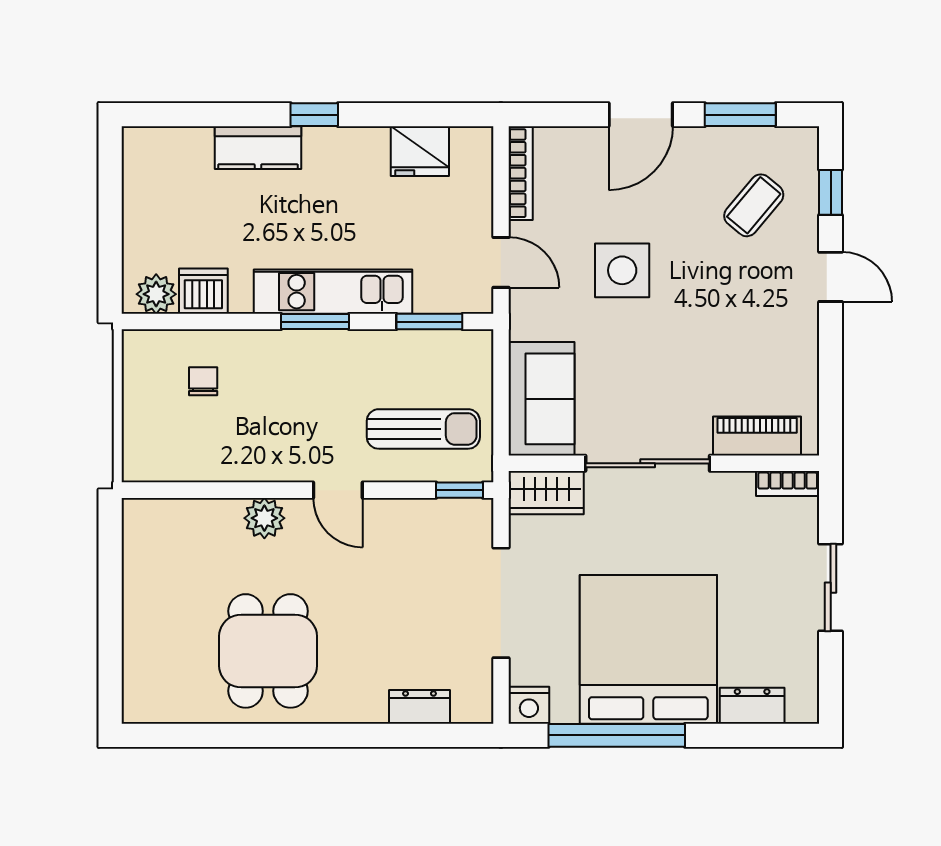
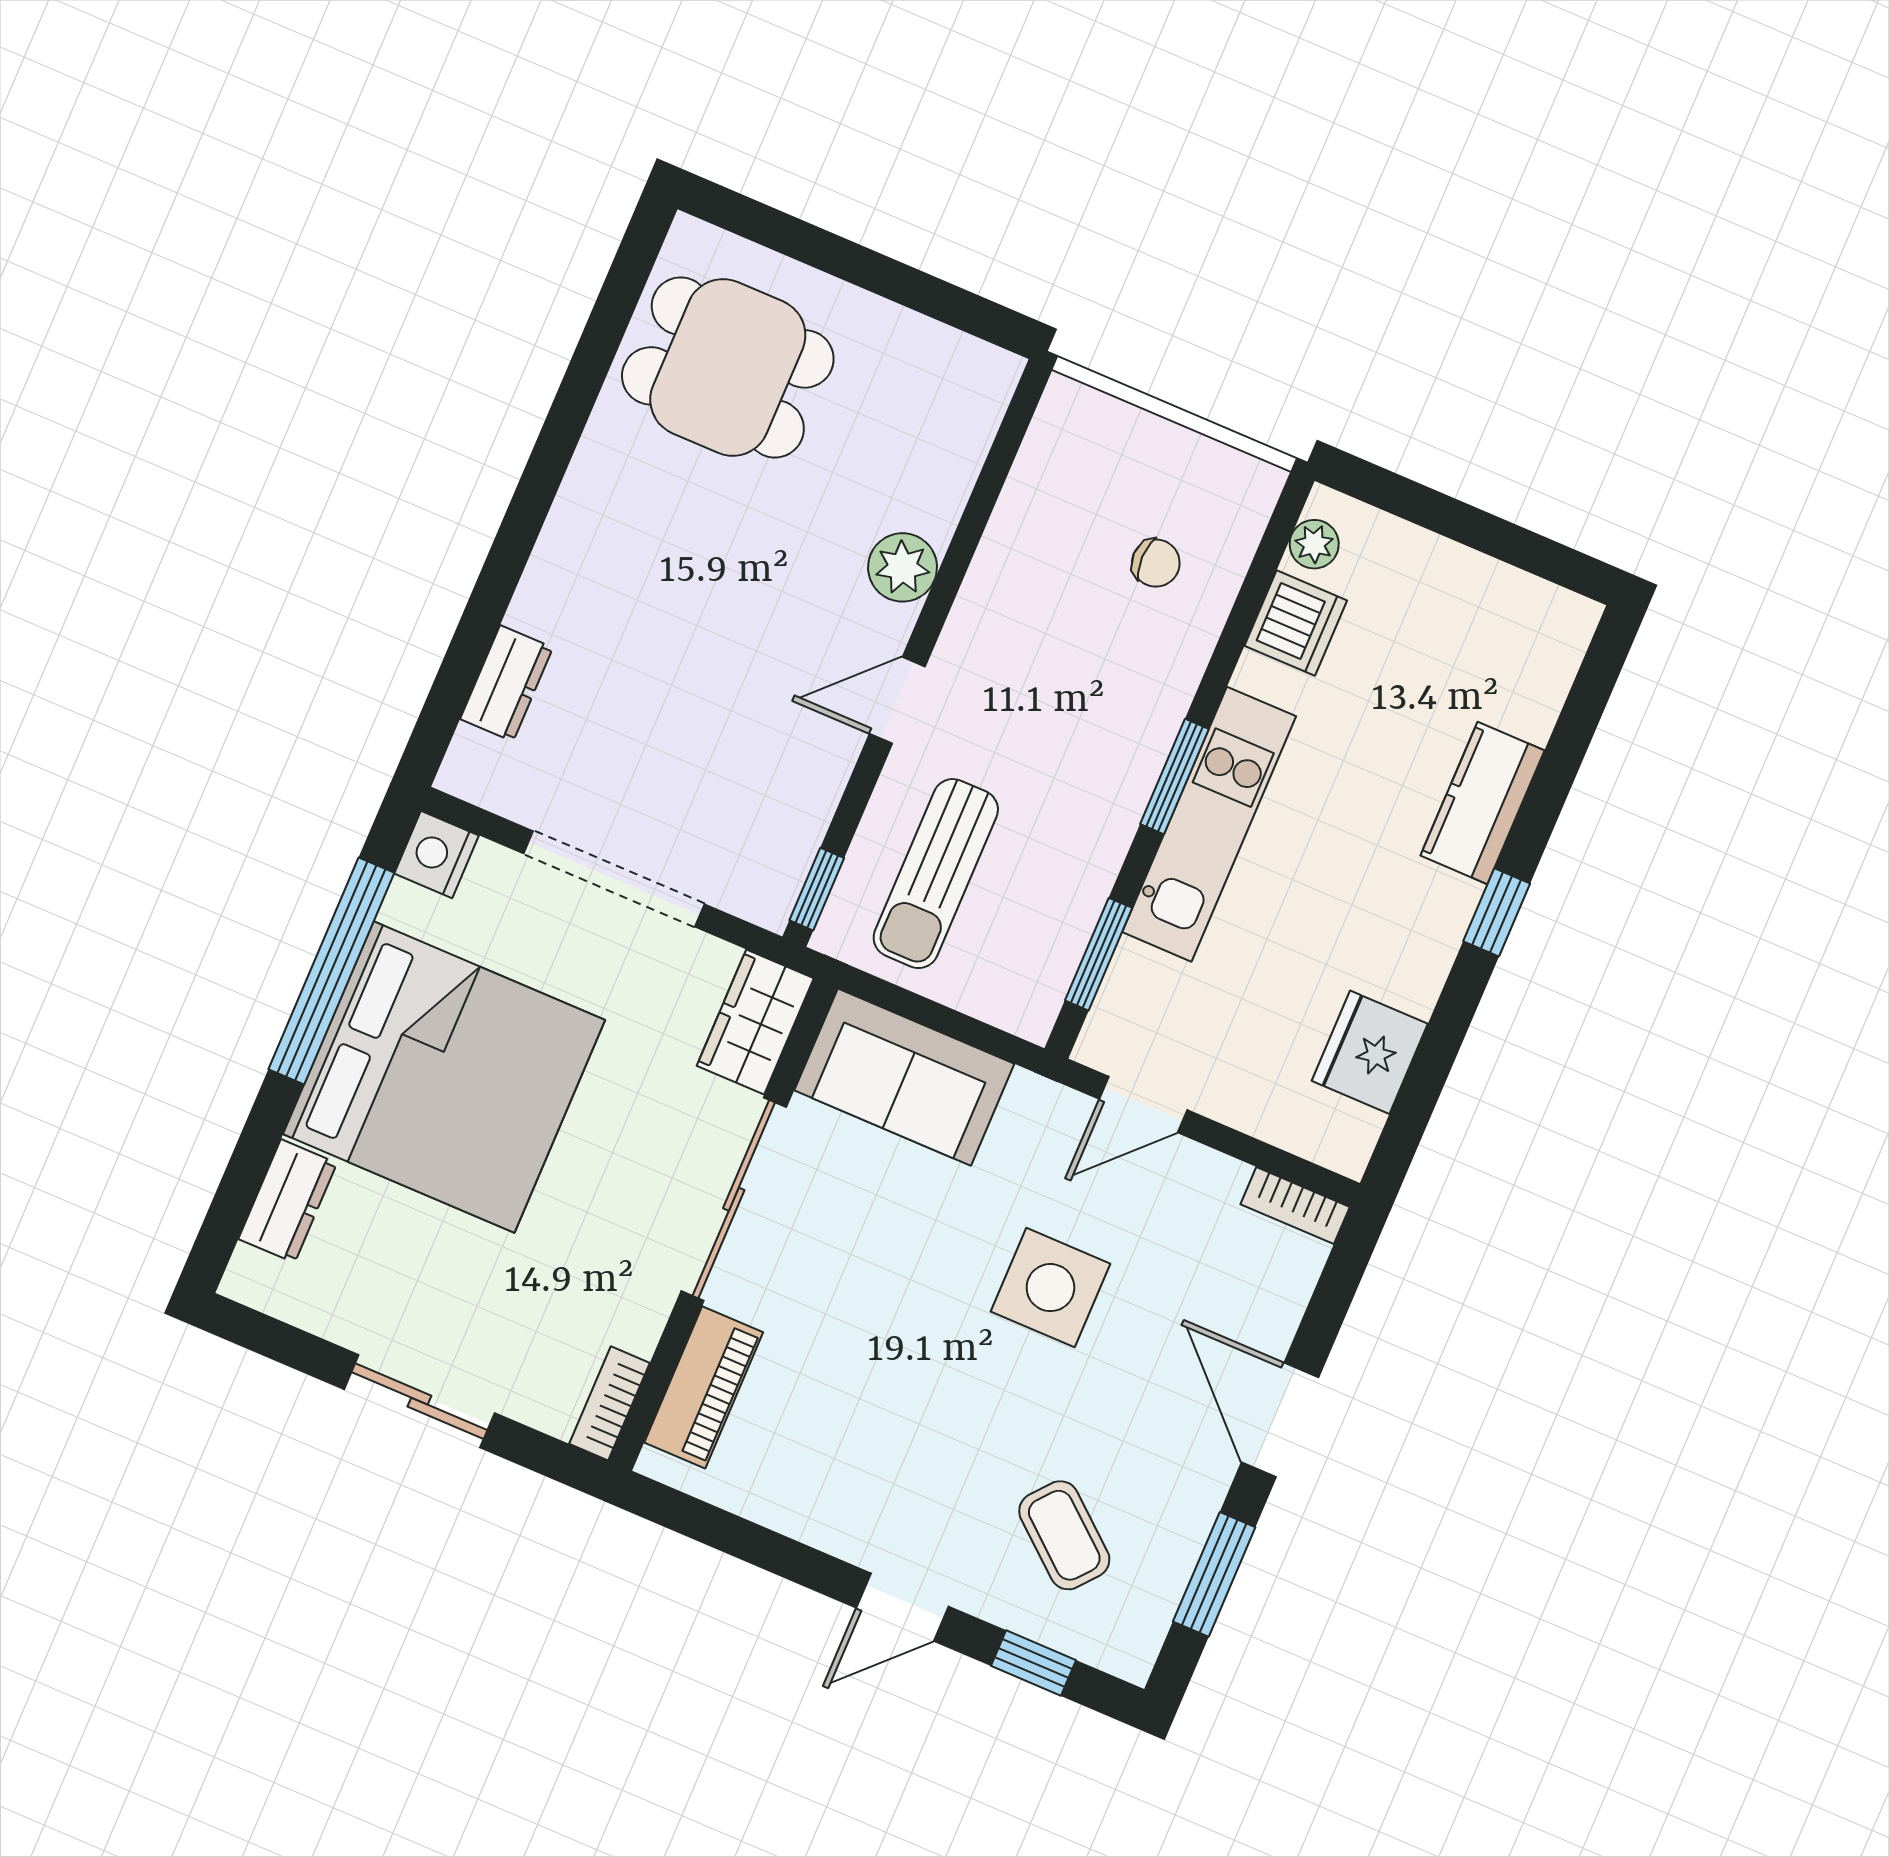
bookcase: (521, 173) -> (1295, 1206), width x0.64
plant: (156, 294) -> (1314, 544), width x0.73, depth x0.73
dining table: (268, 651) -> (728, 367), moved

